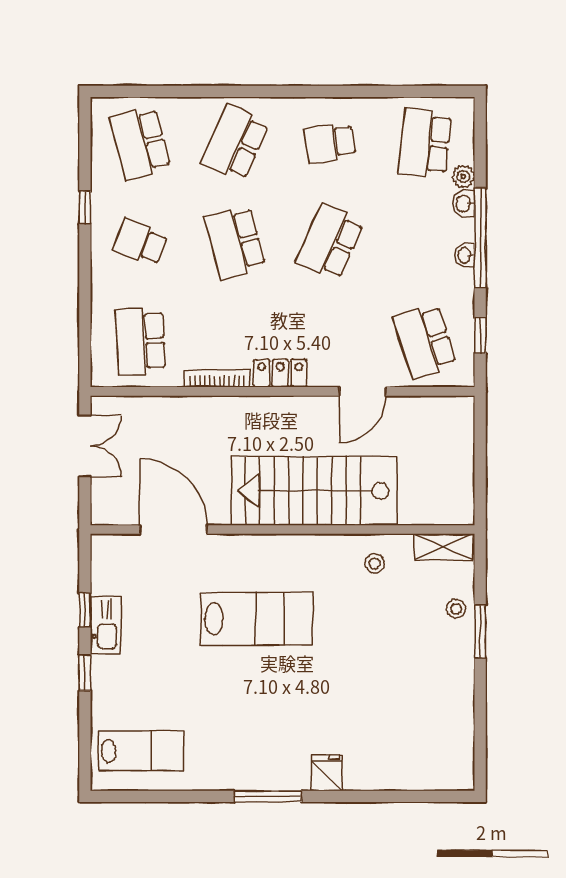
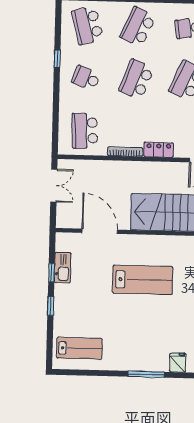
school desk: (235, 242) -> (136, 79), turned 36
kitchen sink: (106, 625) -> (63, 268), moved

